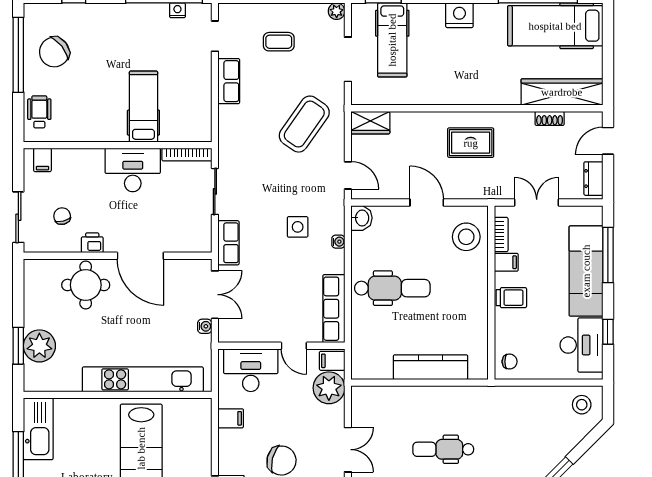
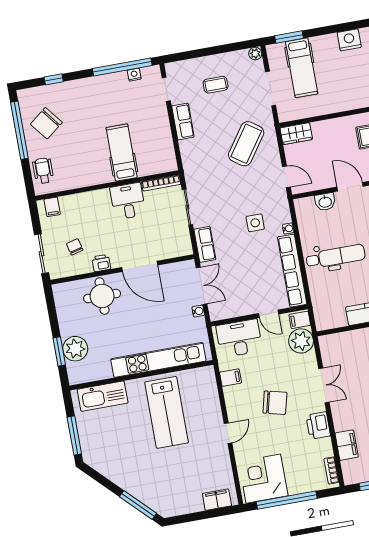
desk: (133, 170) -> (128, 201), width x0.73
washbasin: (362, 218) -> (325, 202), moved, turned 90
row of seats: (334, 309) -> (292, 271), width x1.36
kitchen sink: (38, 429) -> (103, 396), moved, turned 90

